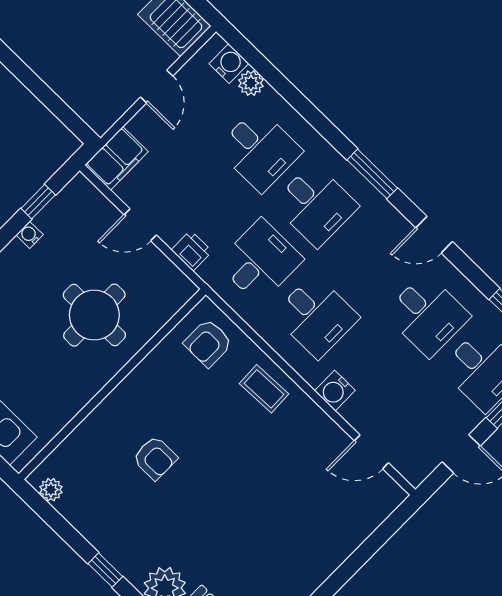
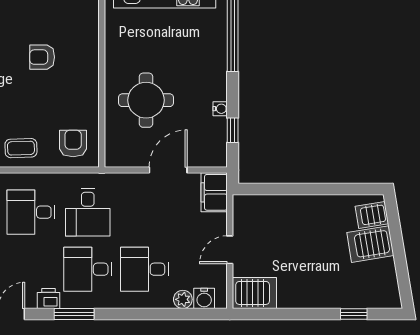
door: (157, 87) -> (230, 250), hinge flipped
door: (140, 225) -> (168, 170), width x1.38
printer: (192, 251) -> (48, 298), moved, turned 180

